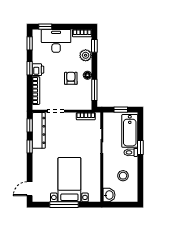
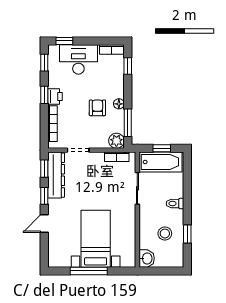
plant: (86, 55) -> (116, 141), moved
bathtub: (130, 131) -> (161, 162), moved, turned -90
window: (140, 147) -> (187, 234), moved
door: (30, 189) -> (44, 224), moved

